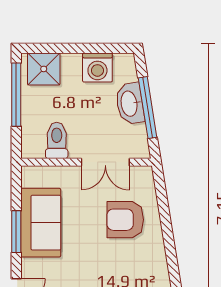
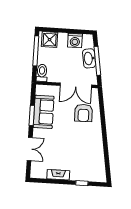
toilet: (57, 140) -> (42, 73), moved
double door: (105, 162) -> (76, 85), width x1.37
armchair: (125, 220) -> (83, 113), turned -91

